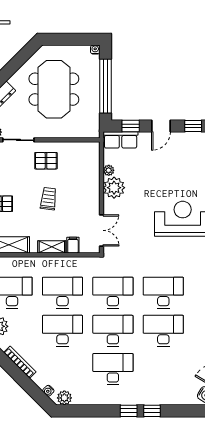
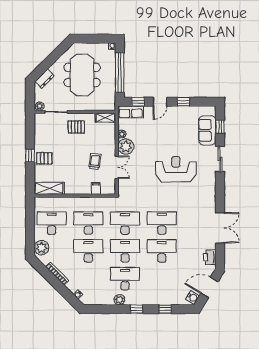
trolley: (49, 199) -> (95, 161), moved
double door: (102, 230) -> (117, 167), moved
shelving: (52, 247) -> (105, 118), moved
plant: (64, 398) -> (119, 300), moved
window: (152, 411) -> (165, 309), moved

